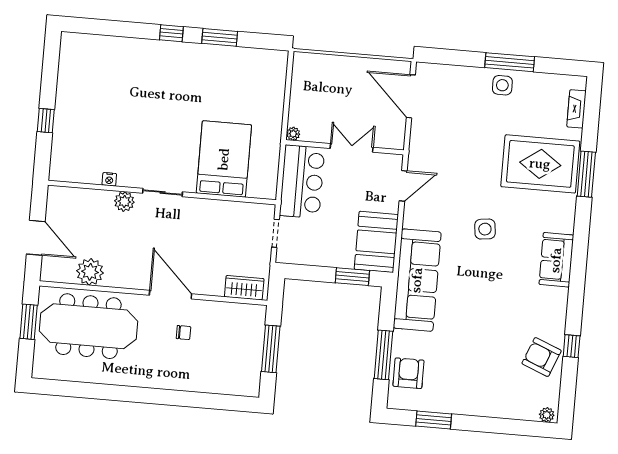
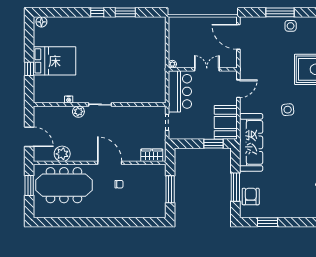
floor lamp: (74, 41) -> (41, 22), added
window: (510, 62) -> (280, 12), moved
bed: (224, 159) -> (55, 61), moved, turned 90

